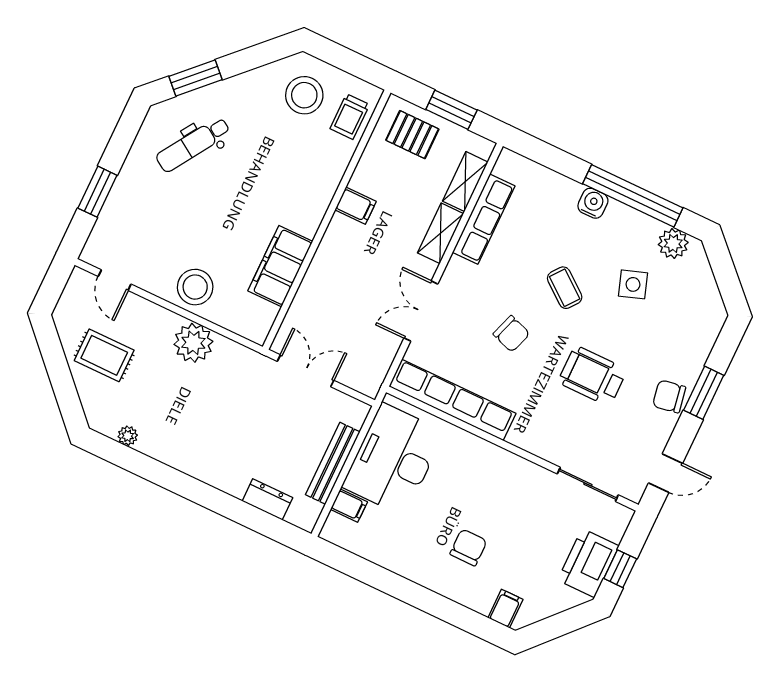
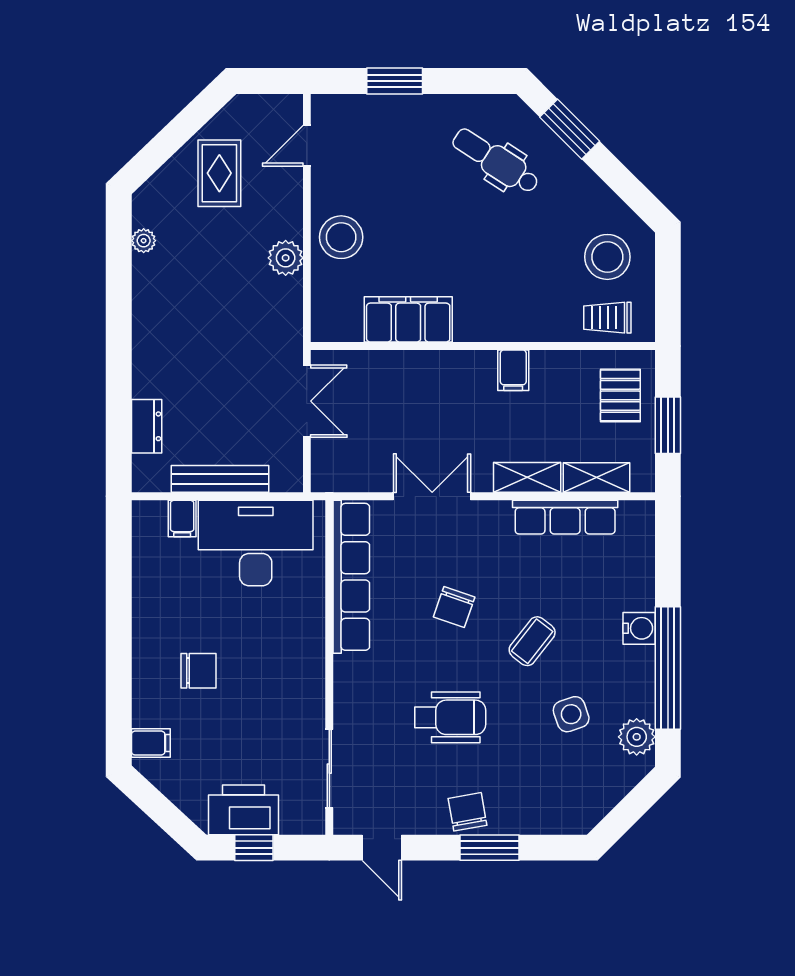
plant: (193, 343) -> (286, 258), width x0.73, depth x0.73
wheelchair: (592, 376) -> (450, 717), turned 90

